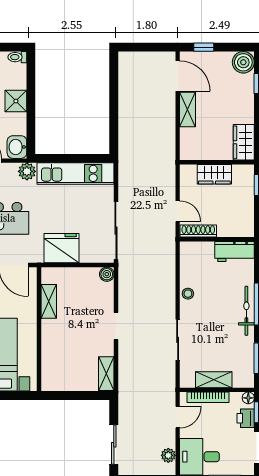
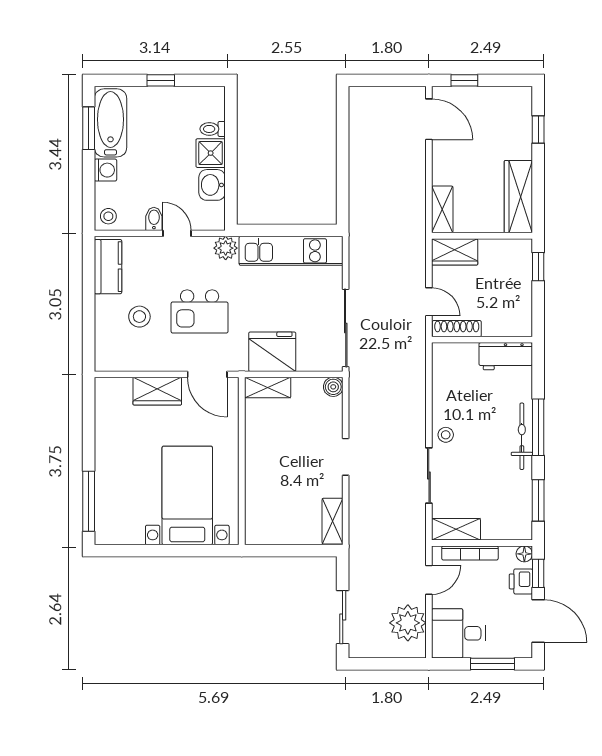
toilet: (17, 57) -> (213, 129), moved
boiler: (243, 62) -> (518, 101), removed
shelving: (187, 110) -> (442, 209), moved
wardrobe: (244, 142) -> (518, 197), width x1.50
washbasin: (17, 147) -> (212, 185), moved
wardrobe: (214, 174) -> (455, 252), moved
stool: (188, 294) -> (446, 435), moved
shelving: (49, 301) -> (268, 388), moved, turned 90
shelving: (214, 380) -> (456, 529), moved
plant: (168, 455) -> (408, 623), width x1.88, depth x1.88

